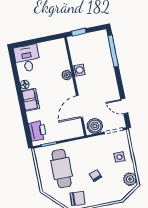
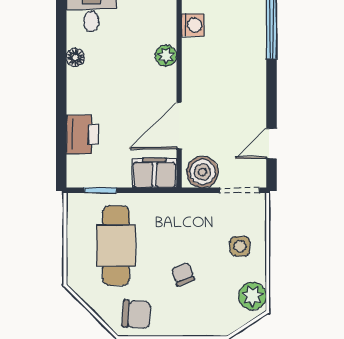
washing machine: (79, 70) -> (193, 25), moved
filing cabinet: (30, 100) -> (154, 173), moved, turned -90
door: (124, 106) -> (271, 144), hinge flipped
printer: (37, 131) -> (82, 135), moved

